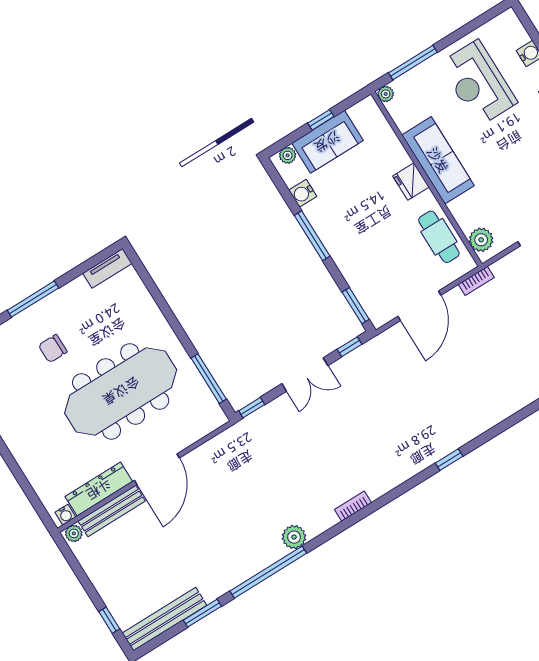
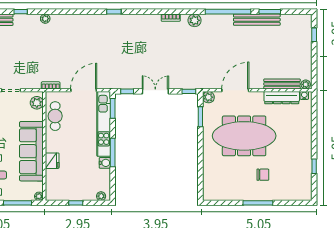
sofa: (327, 142) -> (79, 191), removed
sofa: (438, 160) -> (31, 151), width x1.36, depth x1.27
fridge: (411, 182) -> (52, 161), moved
water cooler: (303, 193) -> (105, 163), moved
tv unit: (107, 268) -> (215, 196), removed
kitchen unit: (355, 272) -> (104, 124), added
window: (209, 379) -> (200, 117), width x0.69
plant: (215, 418) -> (208, 97), added
door: (157, 469) -> (235, 90), moved
plant: (294, 537) -> (195, 20), moved
bench: (165, 619) -> (257, 20), moved

